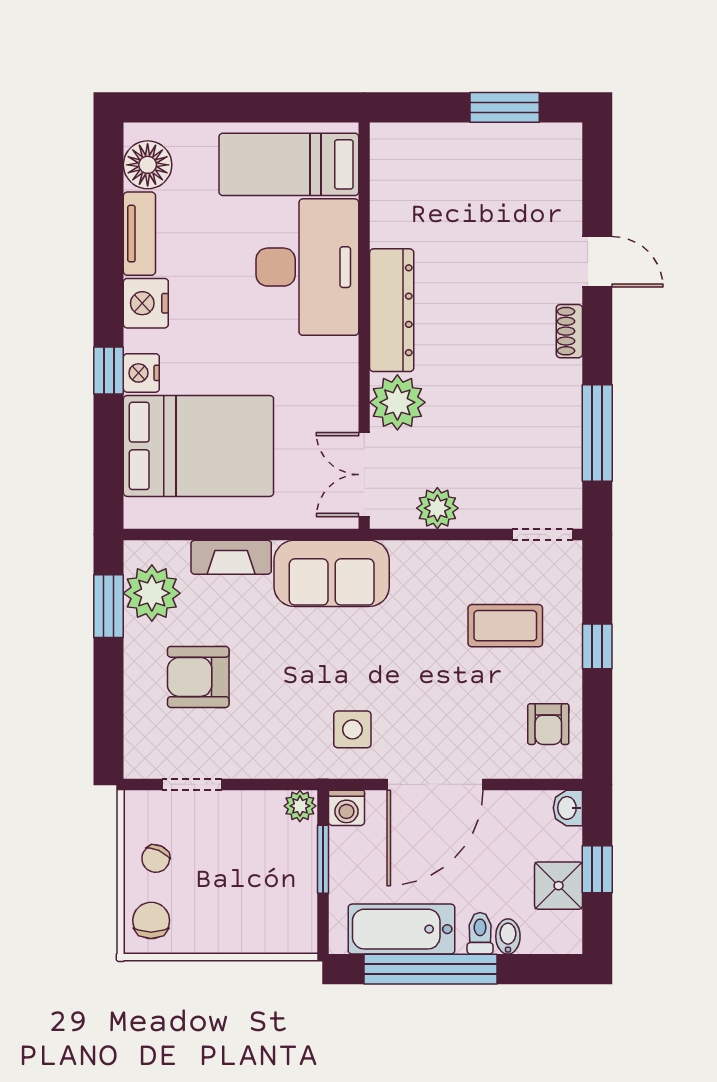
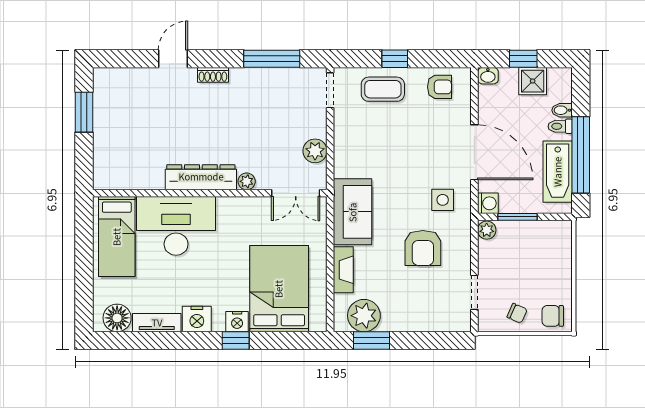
plant: (397, 402) -> (247, 181), width x0.53, depth x0.53
coffee table: (505, 626) -> (383, 89), moved, turned 90
armchair: (198, 677) -> (423, 248), moved

